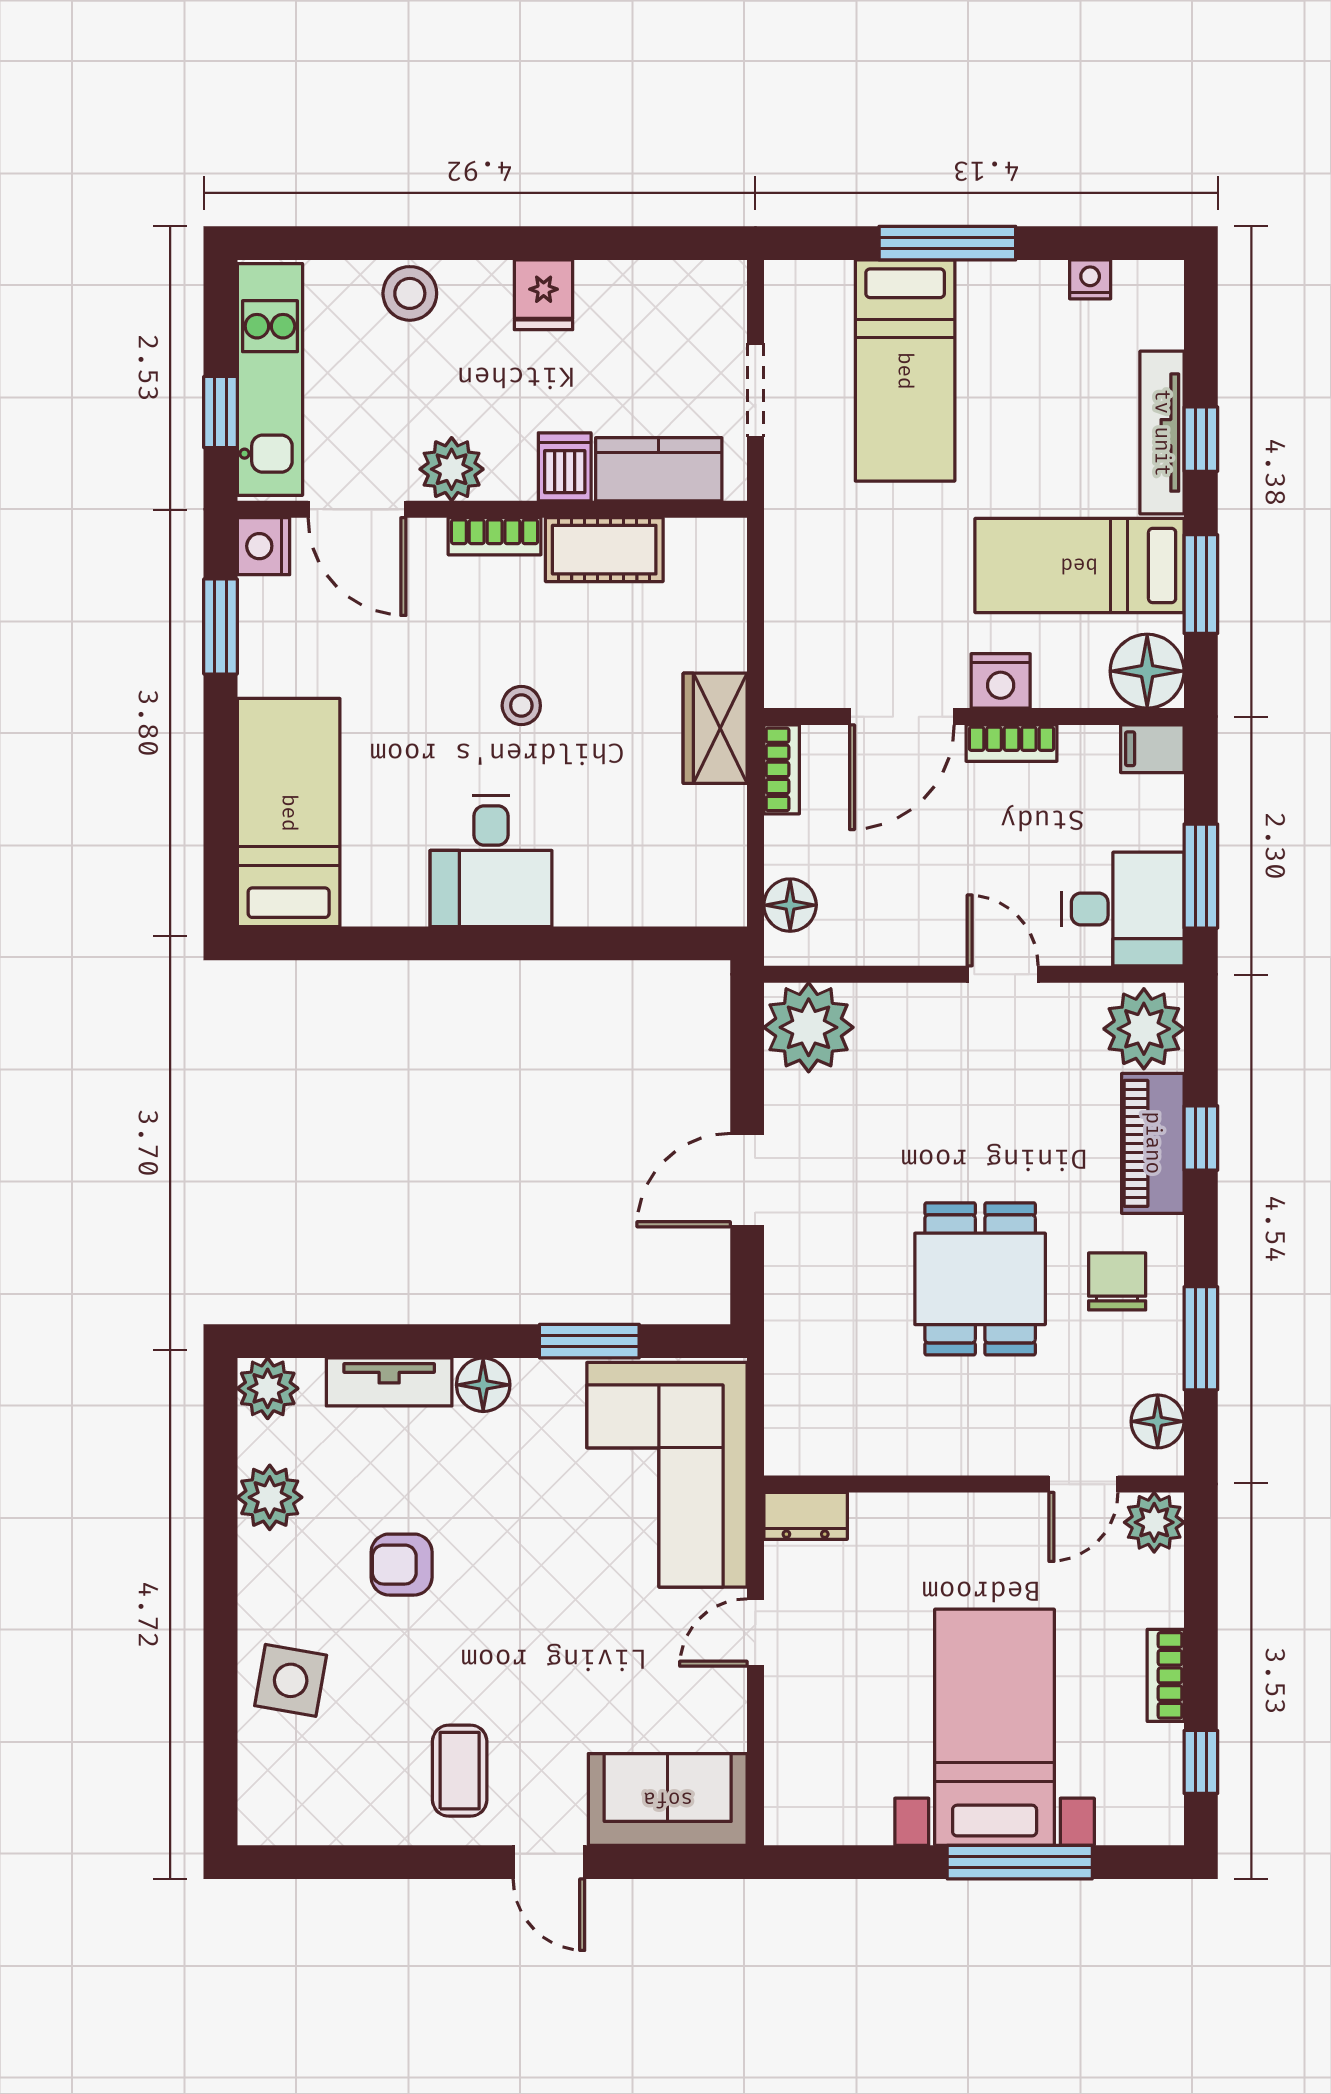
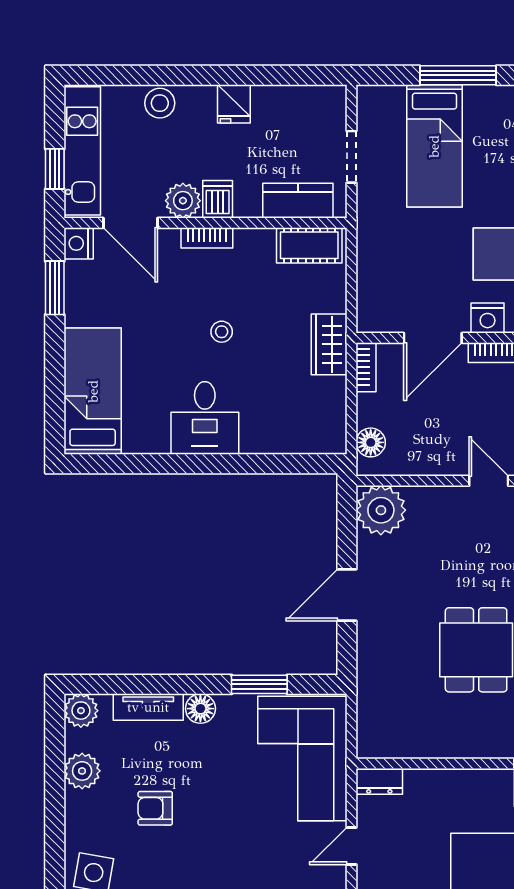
dishwasher: (565, 467) -> (218, 199), moved
cot: (604, 550) -> (309, 245), moved

